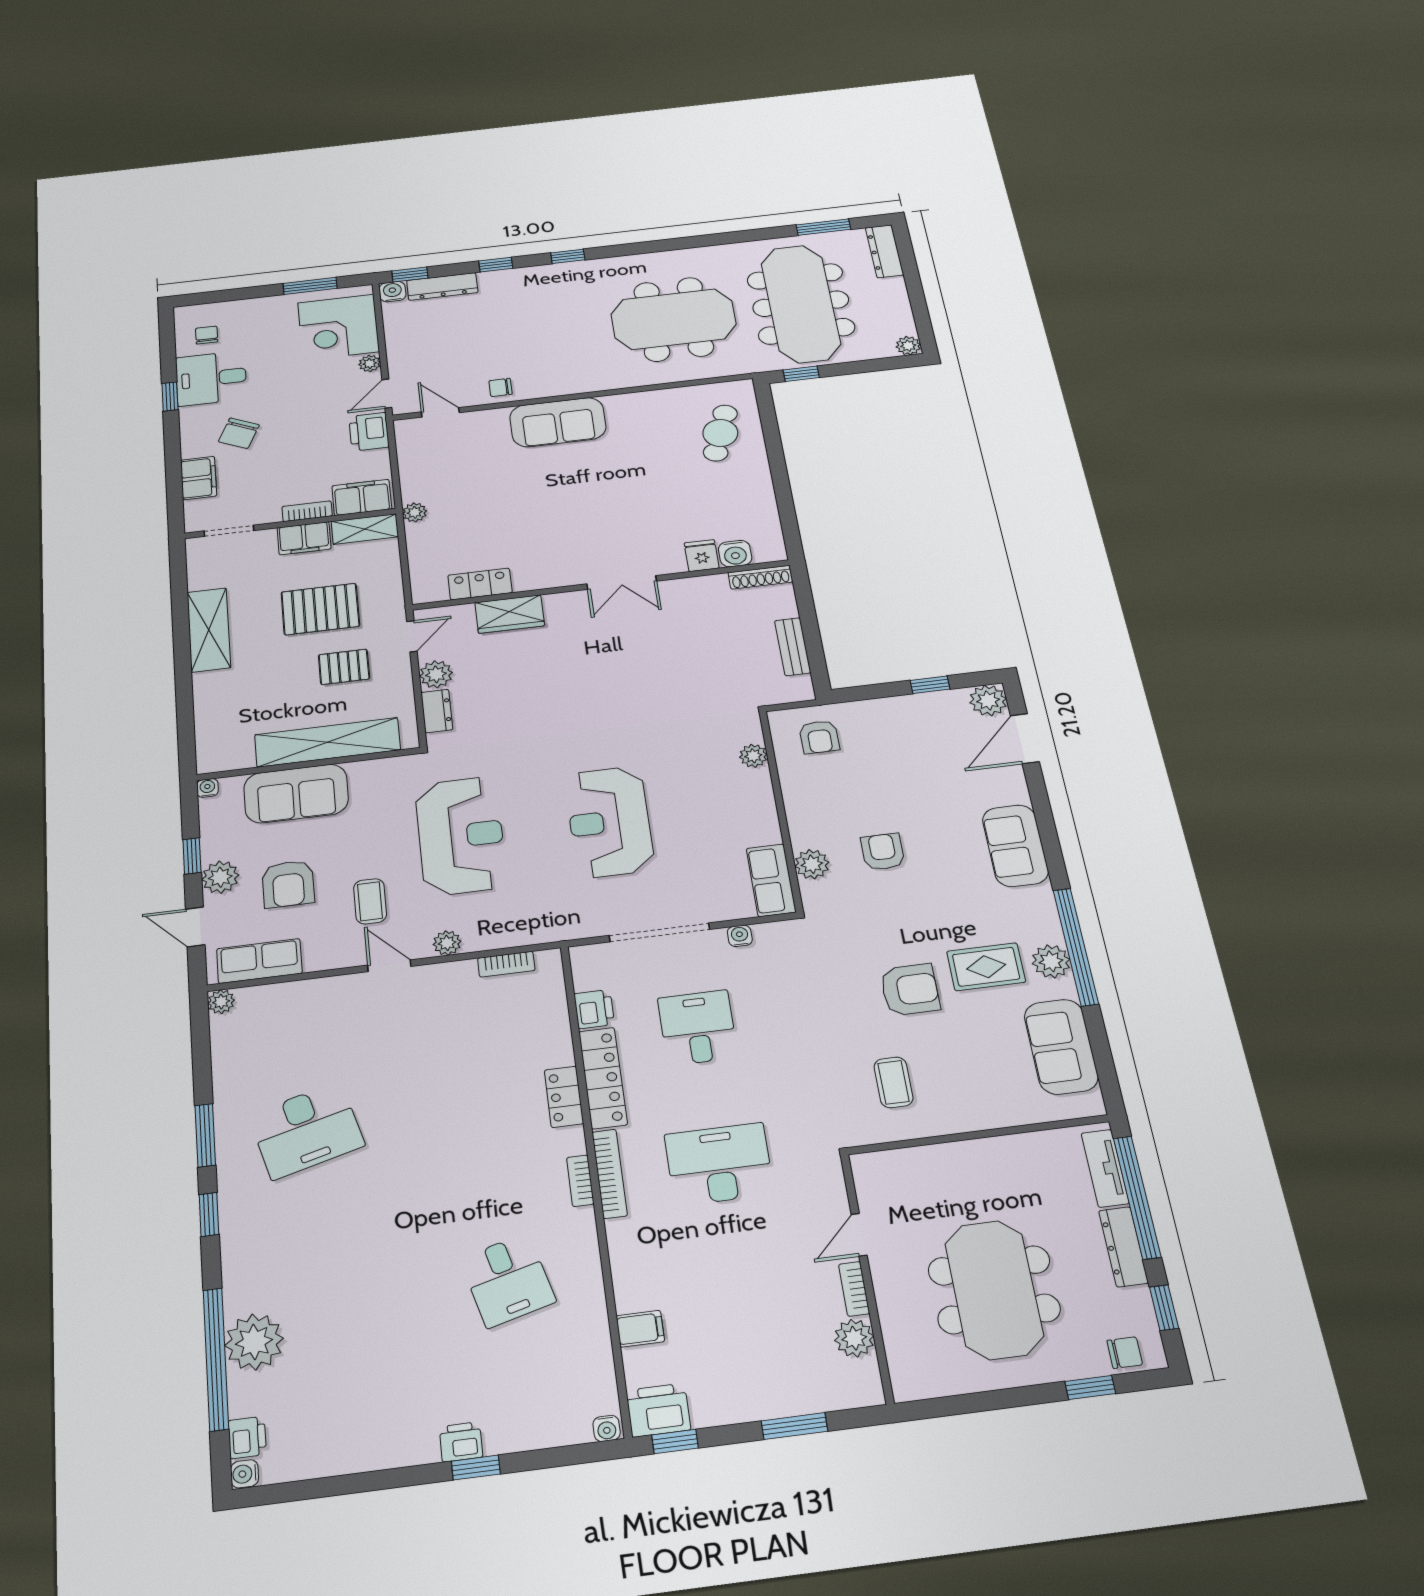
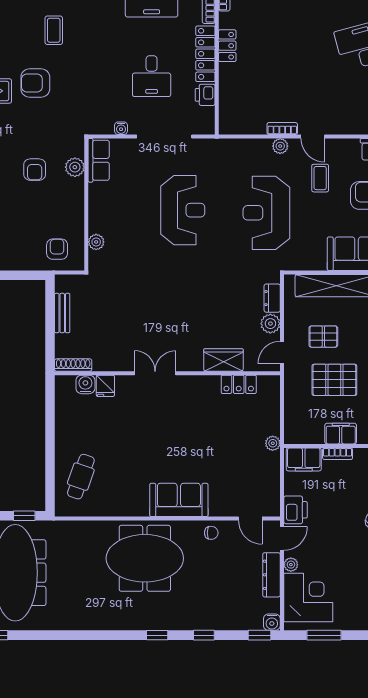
dresser: (442, 286) -> (271, 575), moved, turned -90
meeting table: (674, 319) -> (145, 558), moved
shelving: (365, 529) -> (304, 435), removed
bookcase: (506, 964) -> (282, 129), moved

